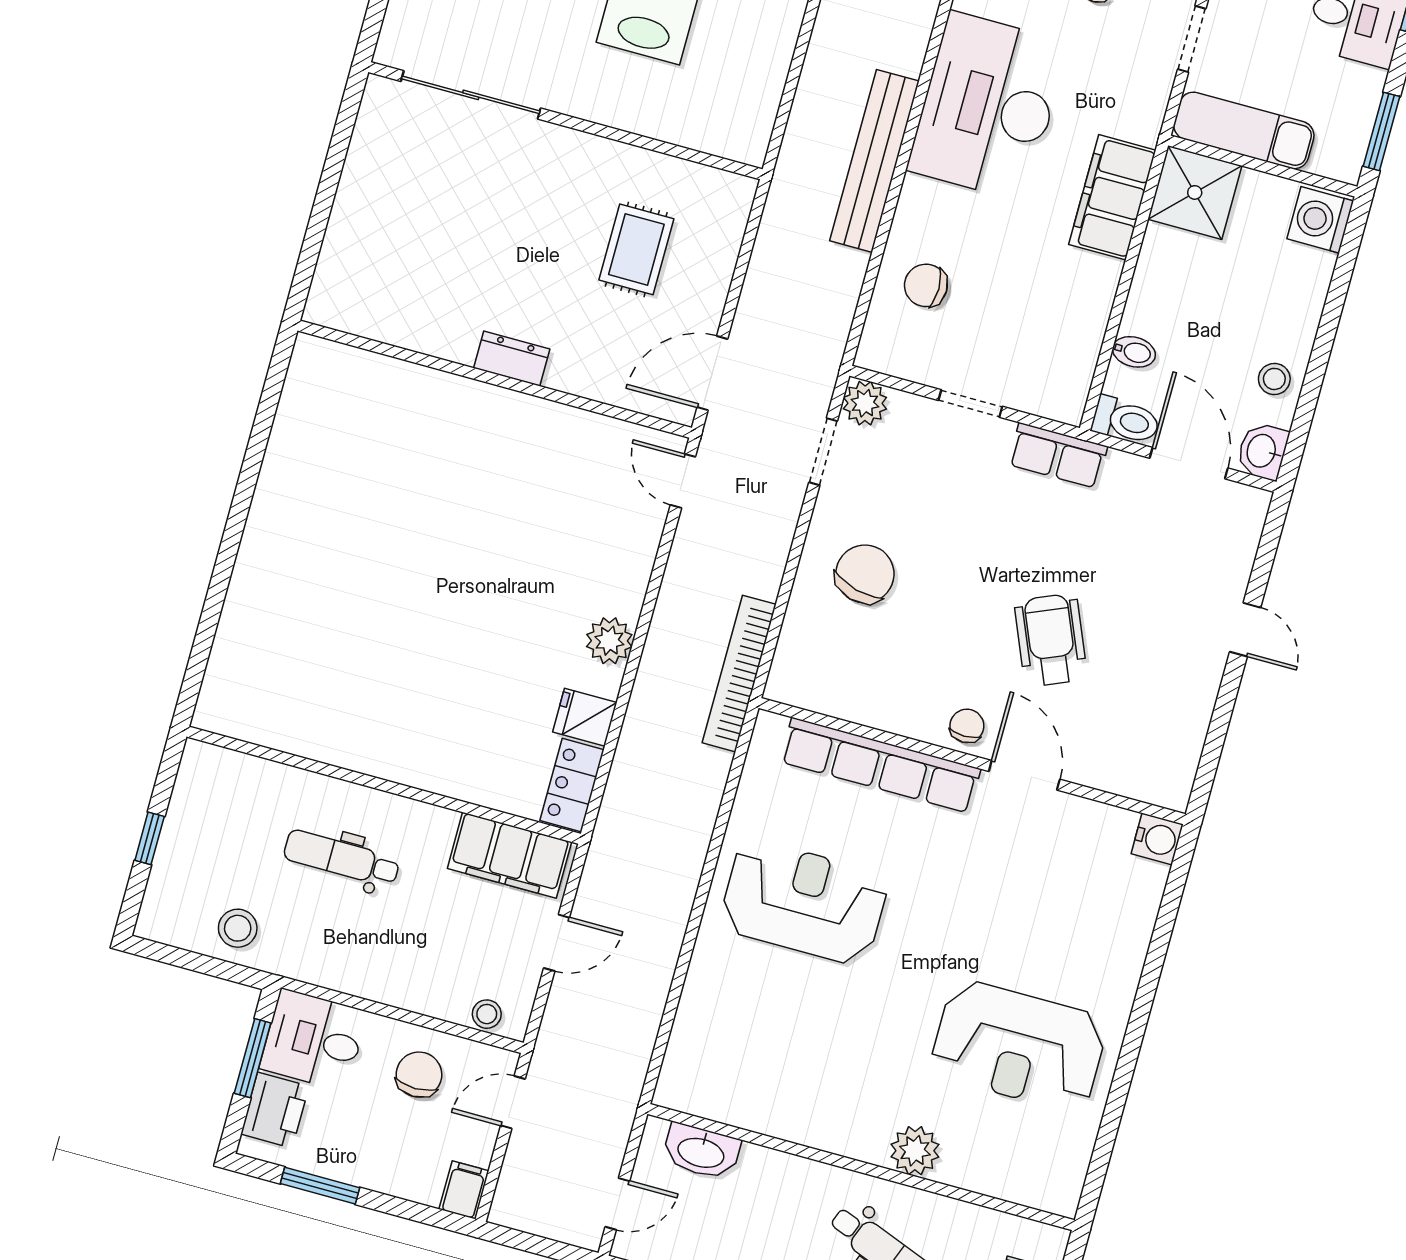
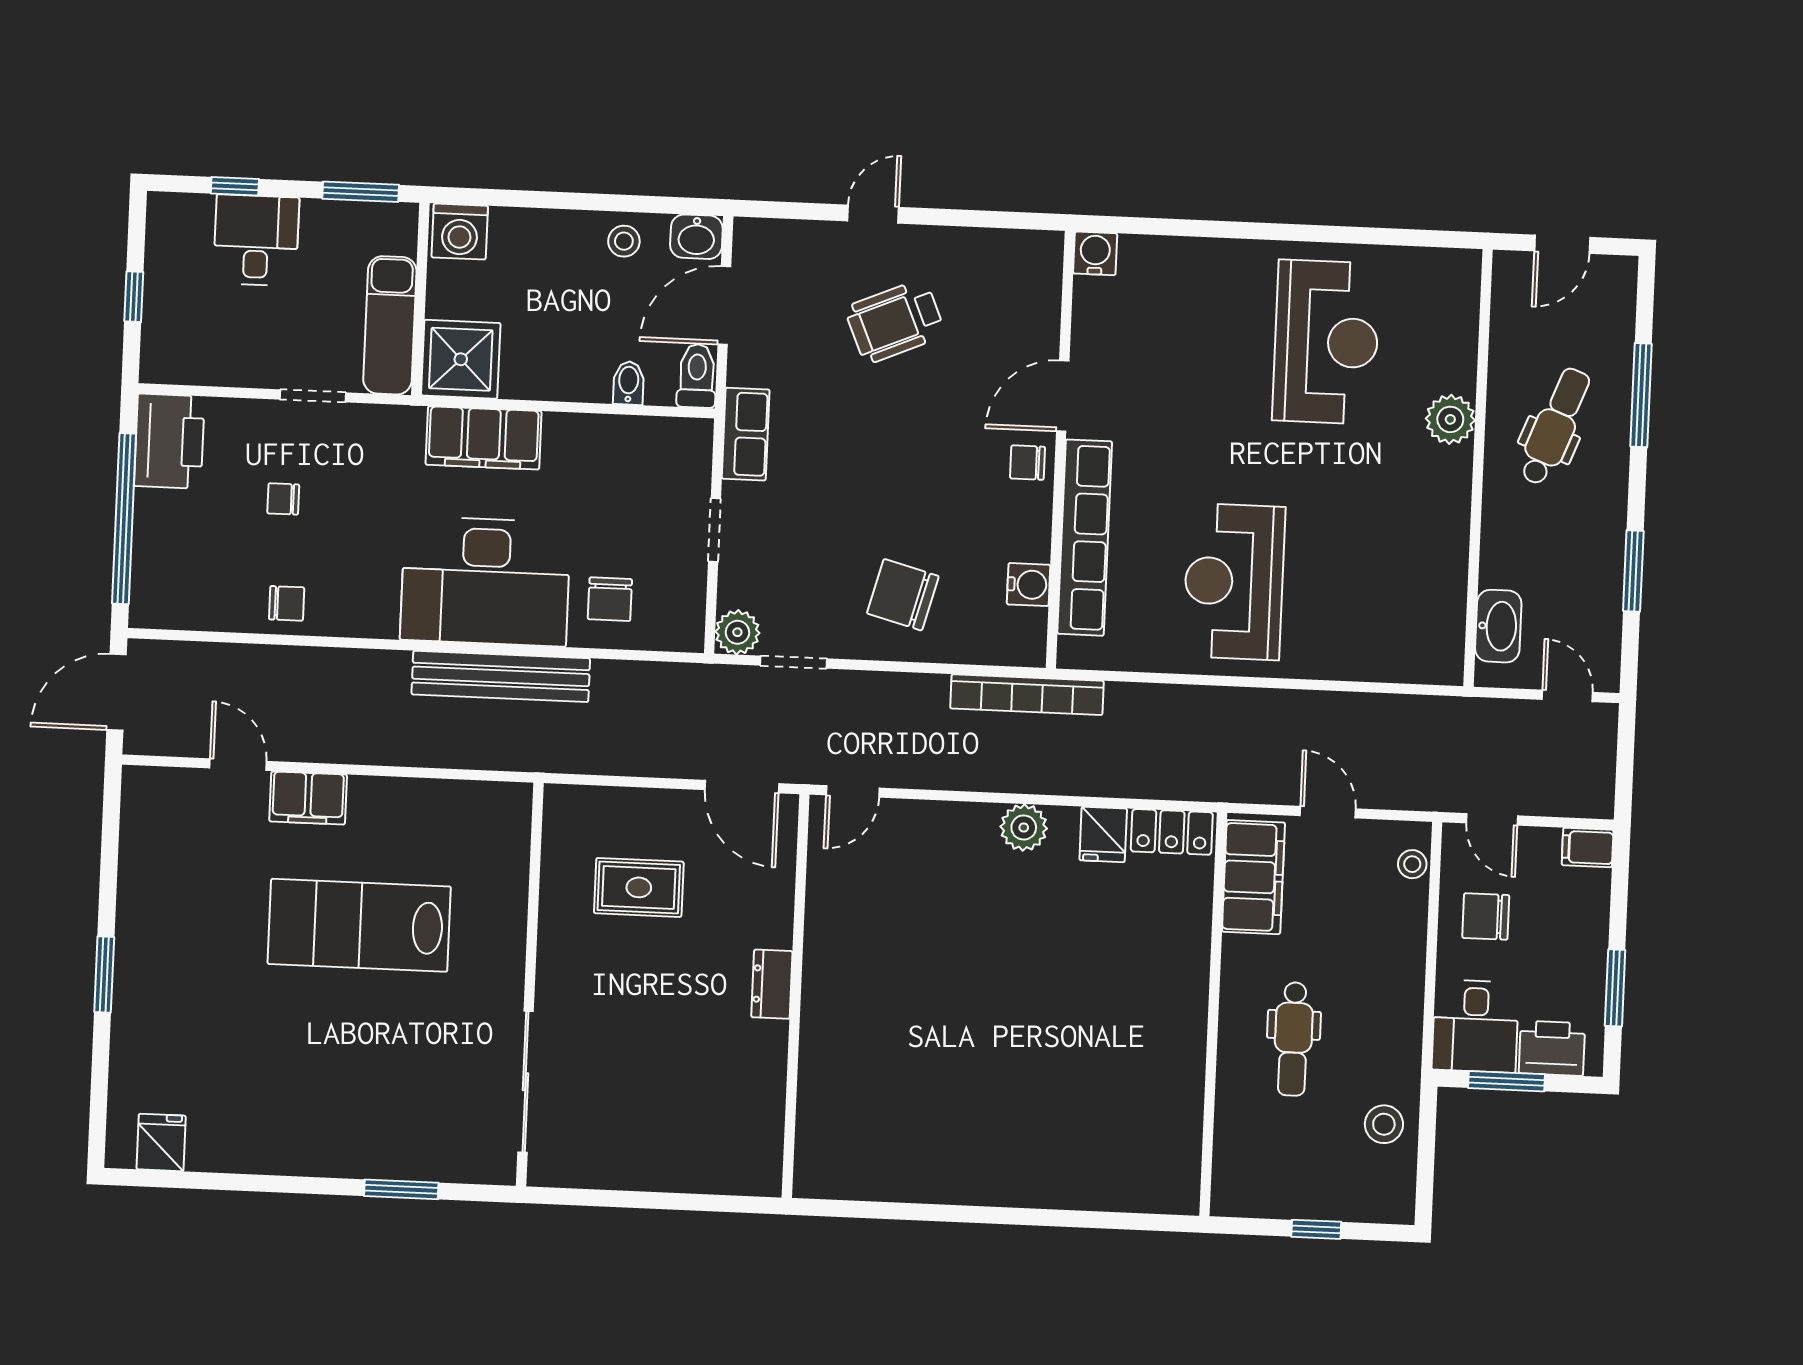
desk: (988, 106) -> (485, 581), moved
wheelchair: (1051, 640) -> (895, 321), moved
water cooler: (847, 700) -> (1029, 585), added

